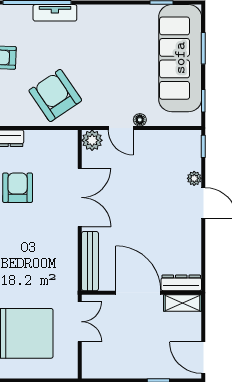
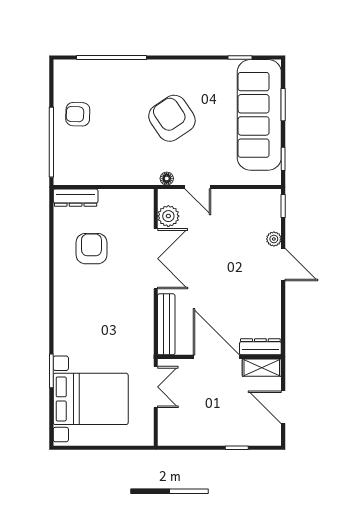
tv unit: (55, 13) -> (130, 68), removed
armchair: (55, 95) -> (172, 118), moved
floor lamp: (140, 120) -> (167, 178), moved
plant: (92, 140) -> (168, 216), moved
door: (203, 358) -> (283, 407), moved

